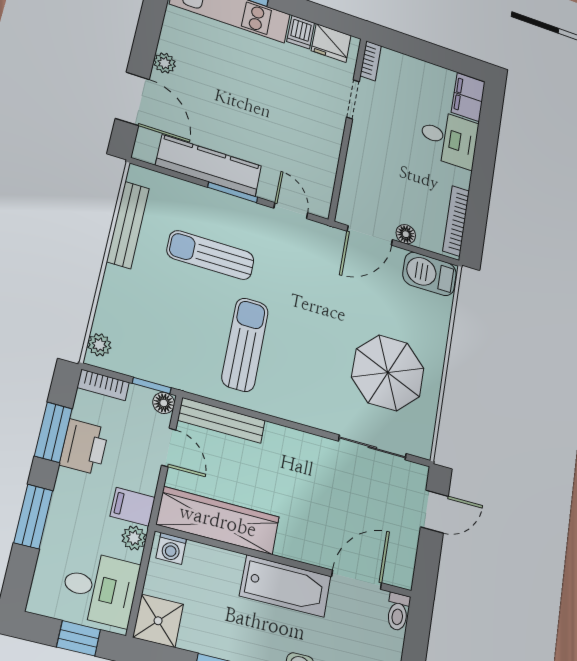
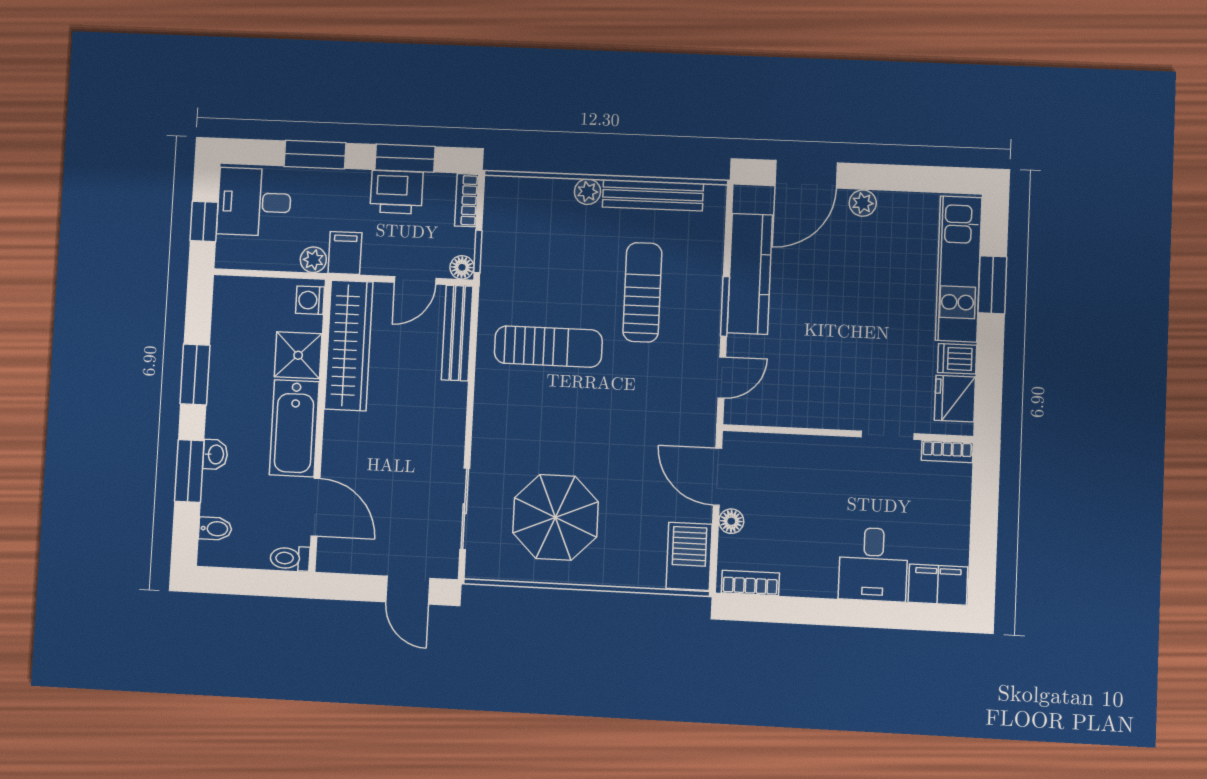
bookcase: (456, 221) -> (750, 583), width x0.64
plant: (99, 345) -> (588, 192), moved
desk: (100, 589) -> (254, 202), moved, turned 90
shower: (158, 621) -> (298, 355), moved

